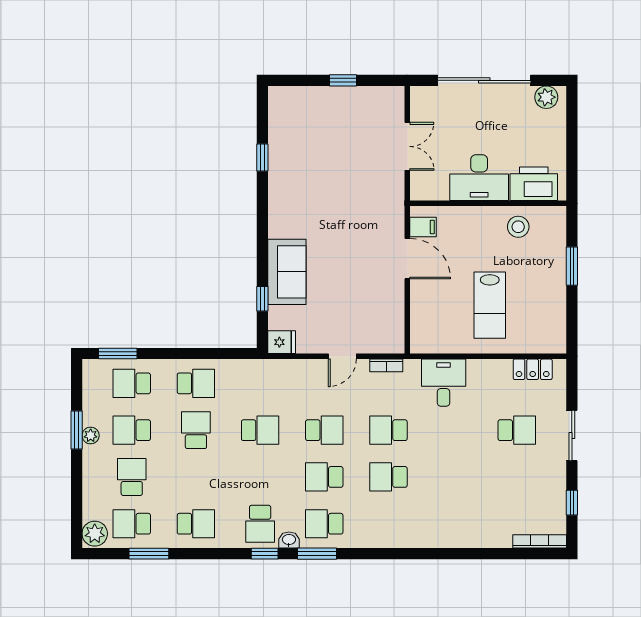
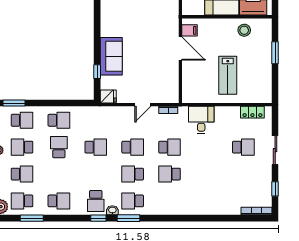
school desk: (132, 383) -> (22, 120), turned 180
school desk: (388, 430) -> (170, 147), turned 180
school desk: (132, 477) -> (22, 174), turned 90

